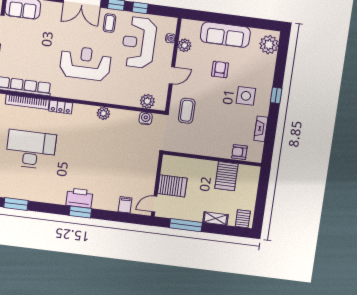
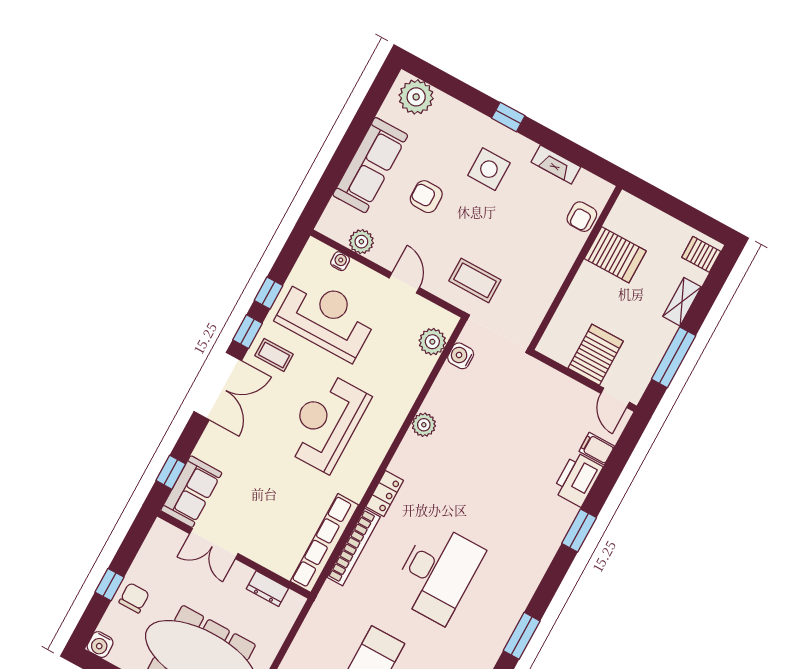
reception desk: (139, 43) -> (326, 318), turned 180
desk: (31, 149) -> (437, 573), turned 180
printer: (79, 198) -> (578, 479), moved

